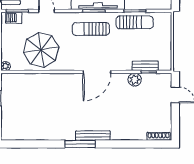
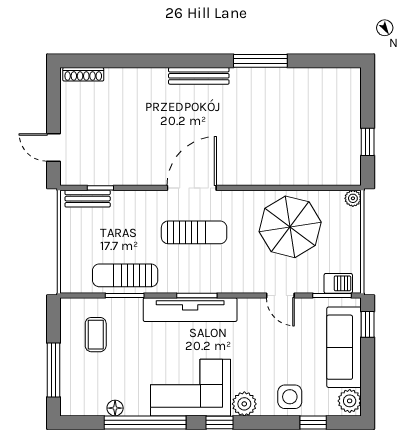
sun lounger: (91, 29) -> (194, 232), moved
bench: (145, 66) -> (88, 199), moved
plant: (135, 80) -> (125, 174), removed
window: (80, 144) -> (260, 61), moved

